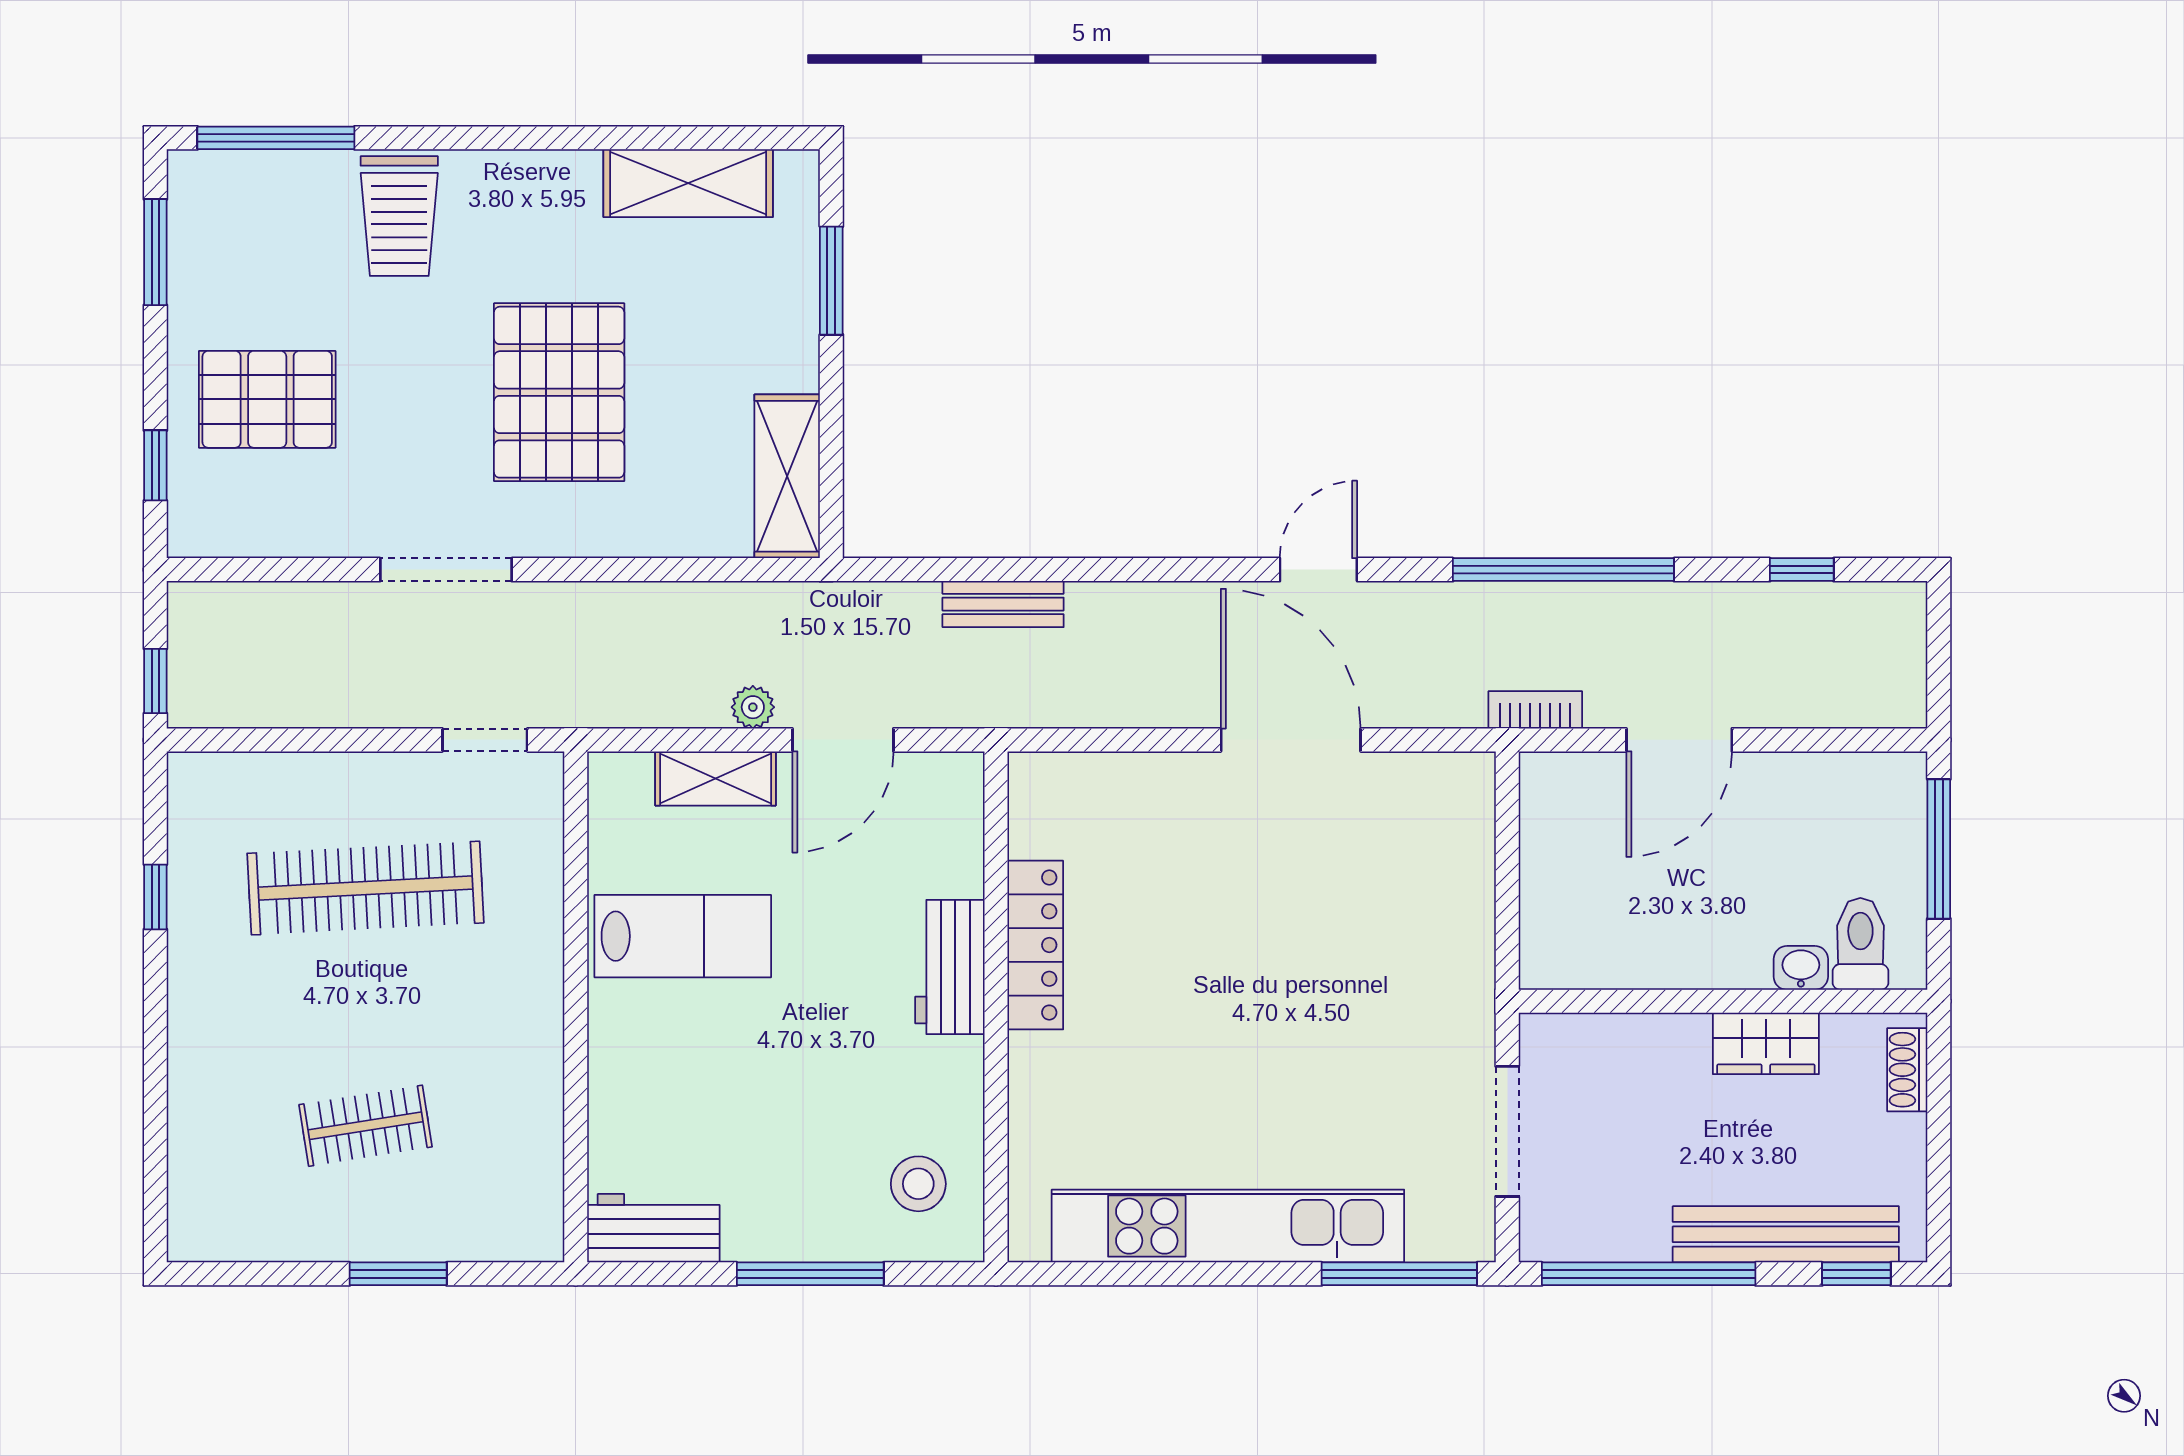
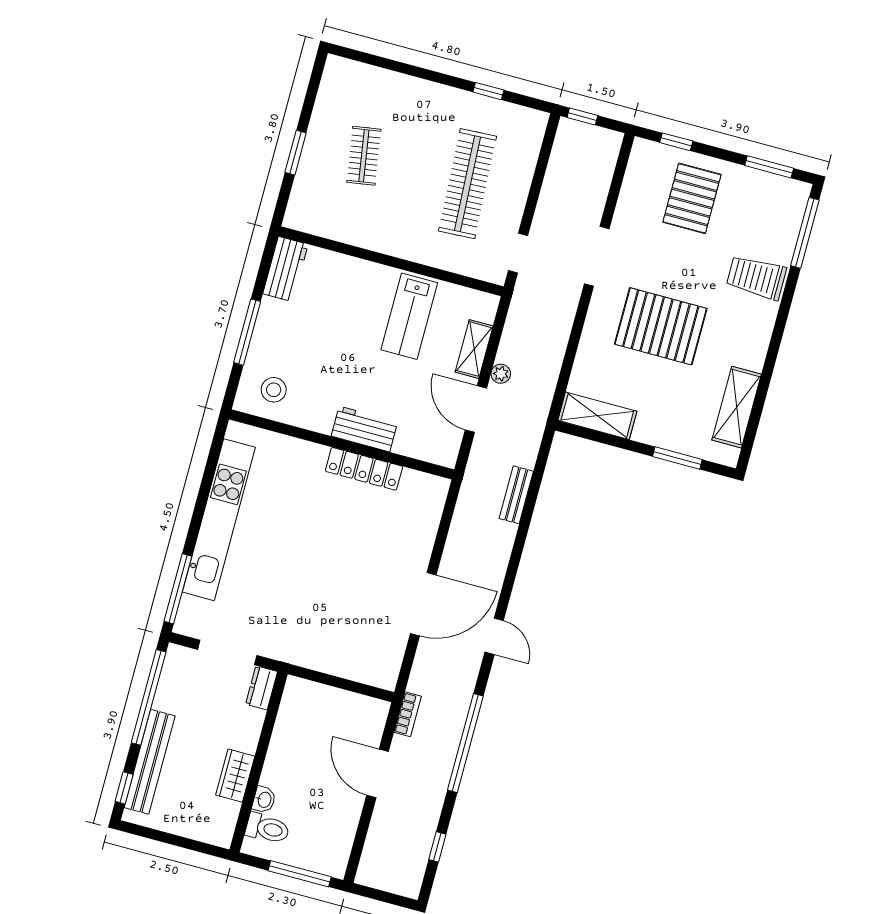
dresser: (1563, 1038) -> (262, 688), added
shoe rack: (1907, 1070) -> (207, 834), removed

